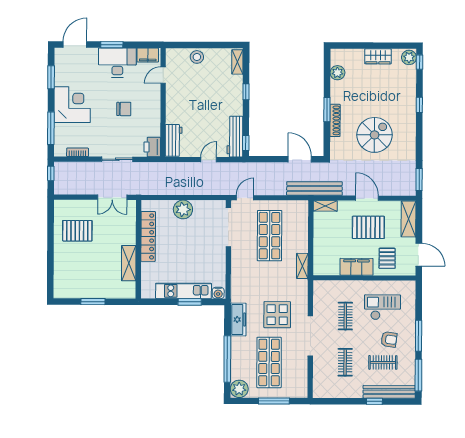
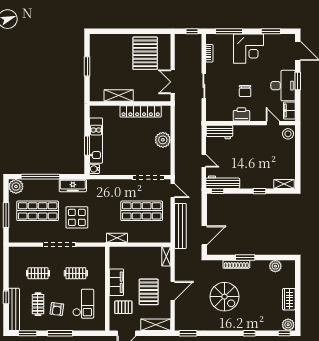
stool: (197, 57) -> (288, 134), moved
printer: (152, 147) -> (241, 114), moved
bench: (314, 188) -> (180, 226), moved
pallet: (77, 231) -> (145, 53), width x1.37, depth x1.41
window: (418, 375) -> (28, 333), width x0.69

